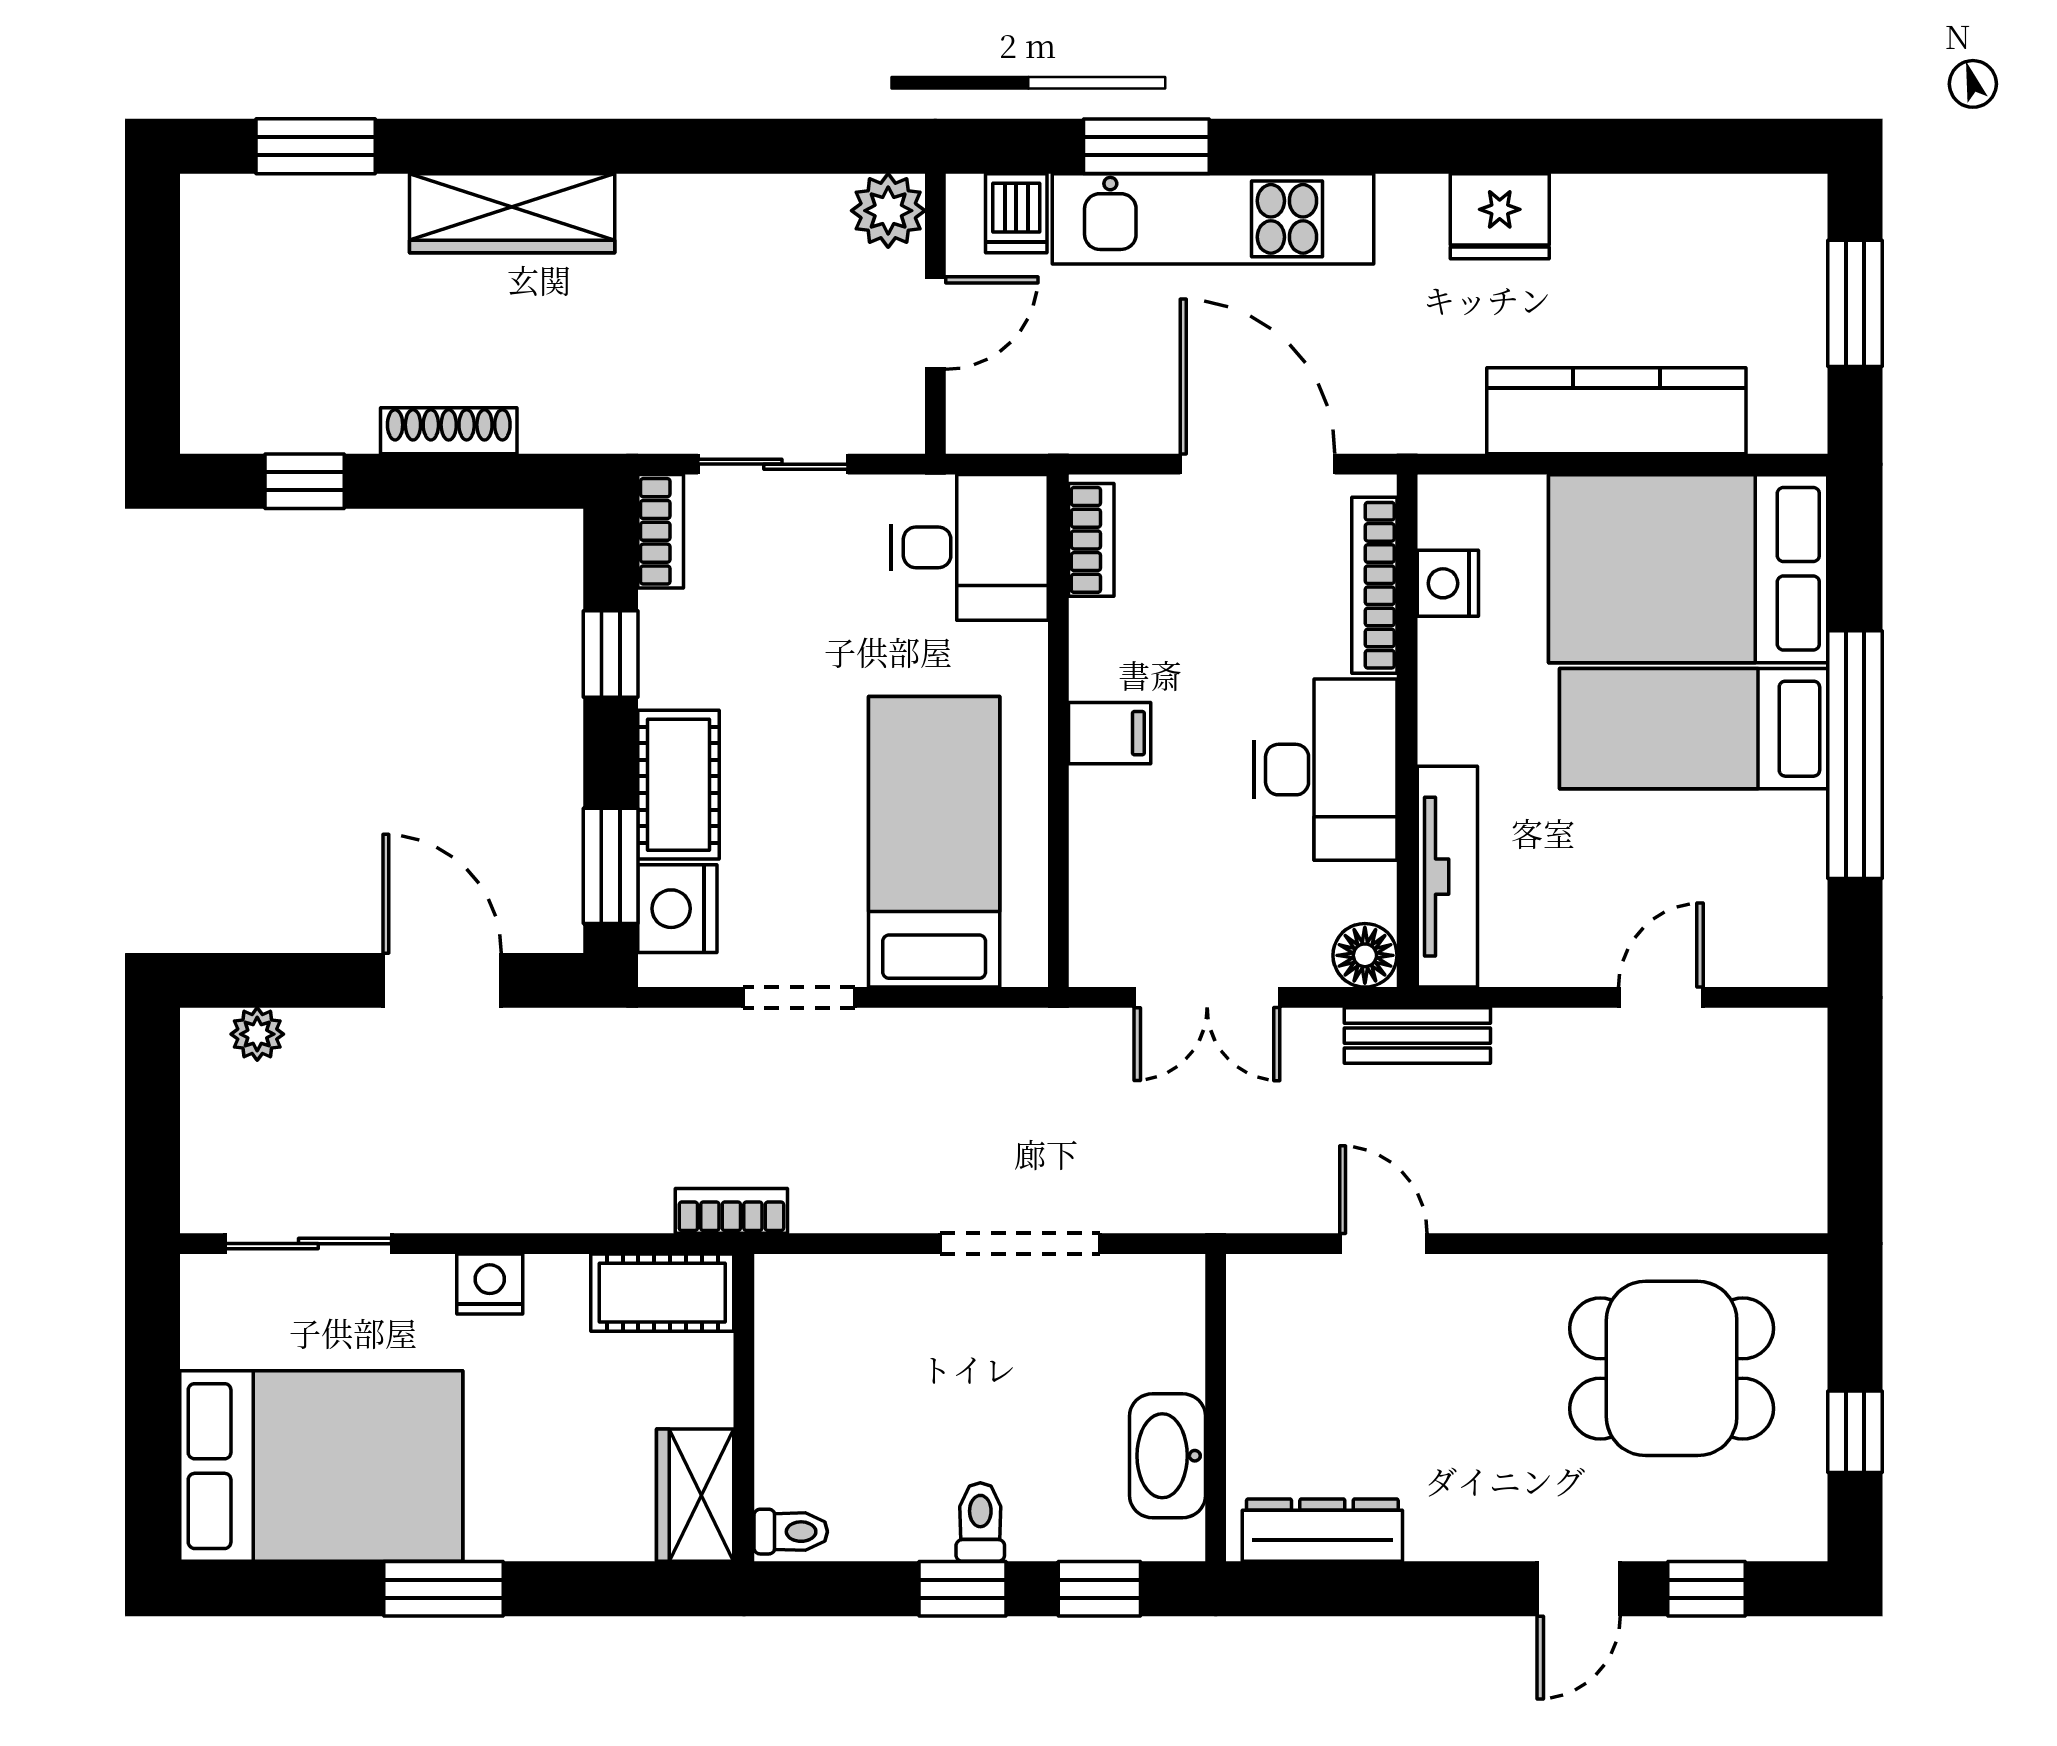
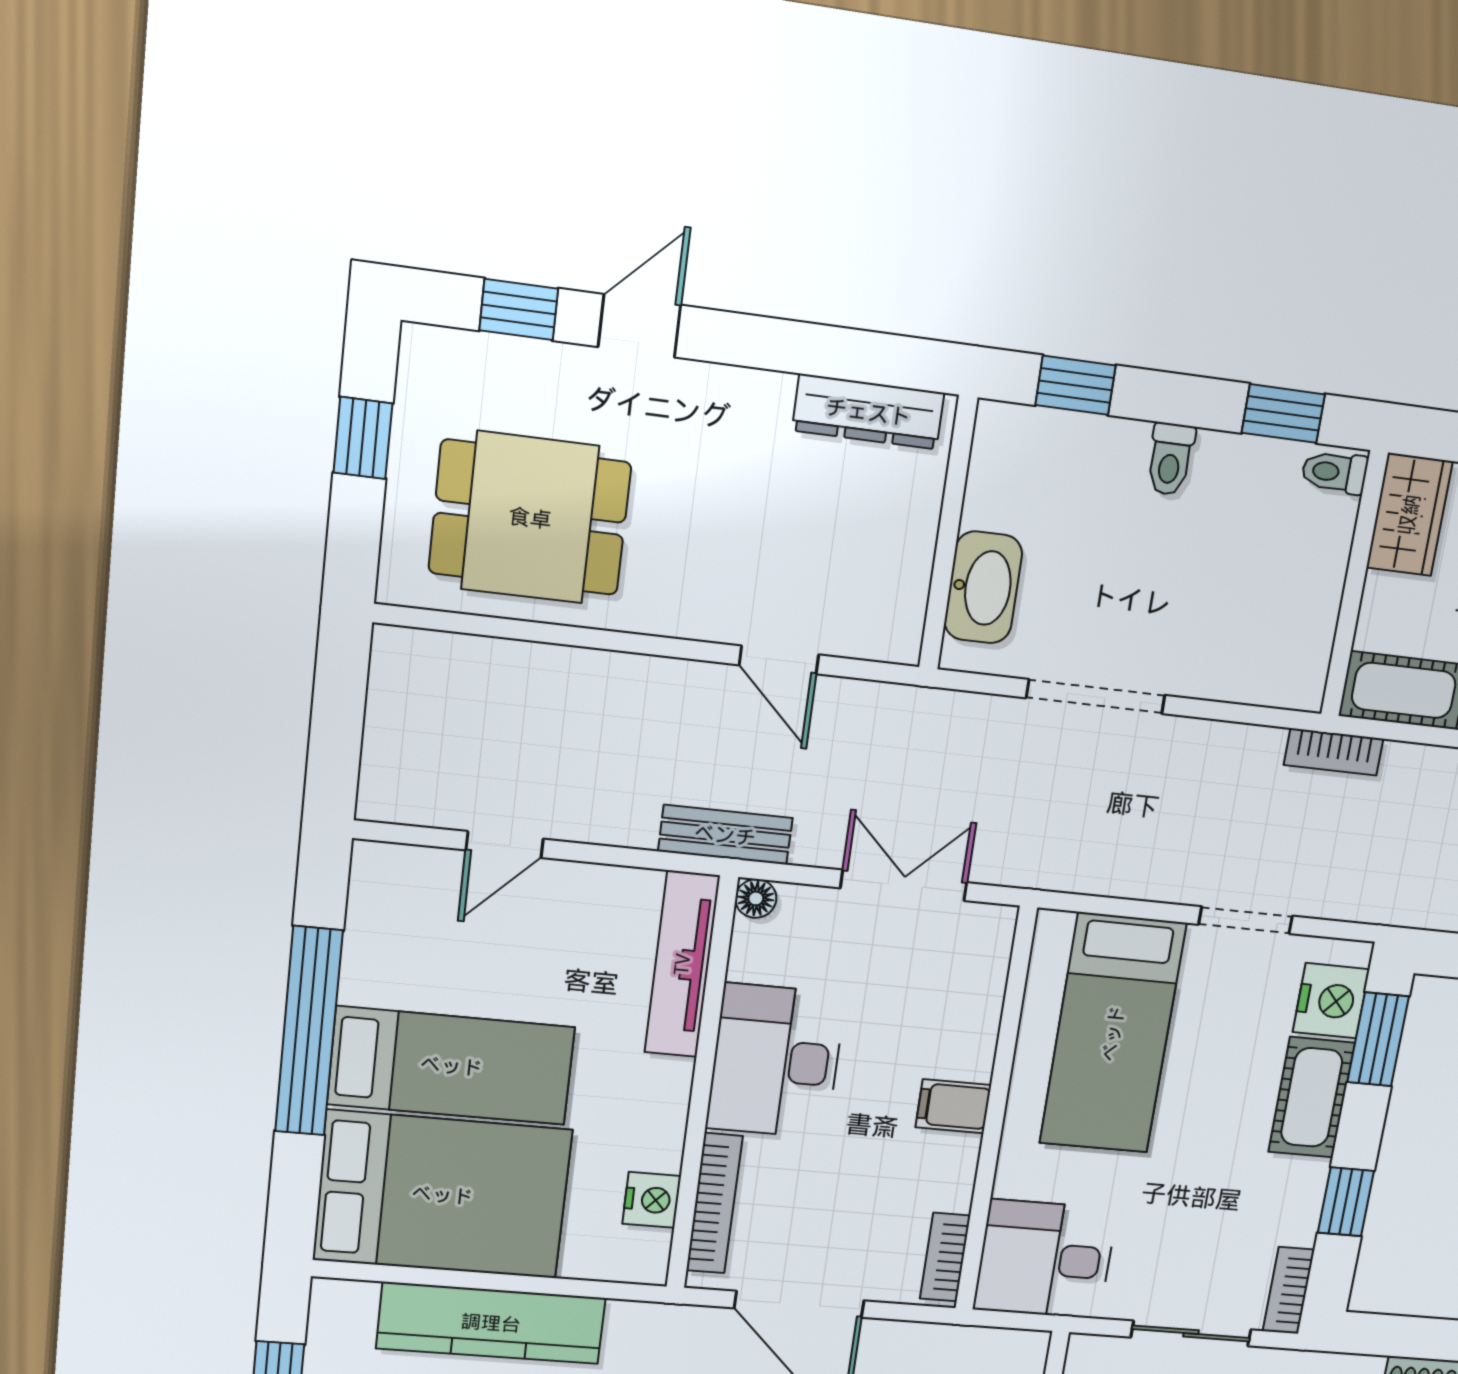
floor lamp: (1365, 955) -> (756, 898), width x0.73, depth x0.73
washbasin: (1167, 1456) -> (983, 587), moved
window: (963, 1589) -> (1283, 414), moved

